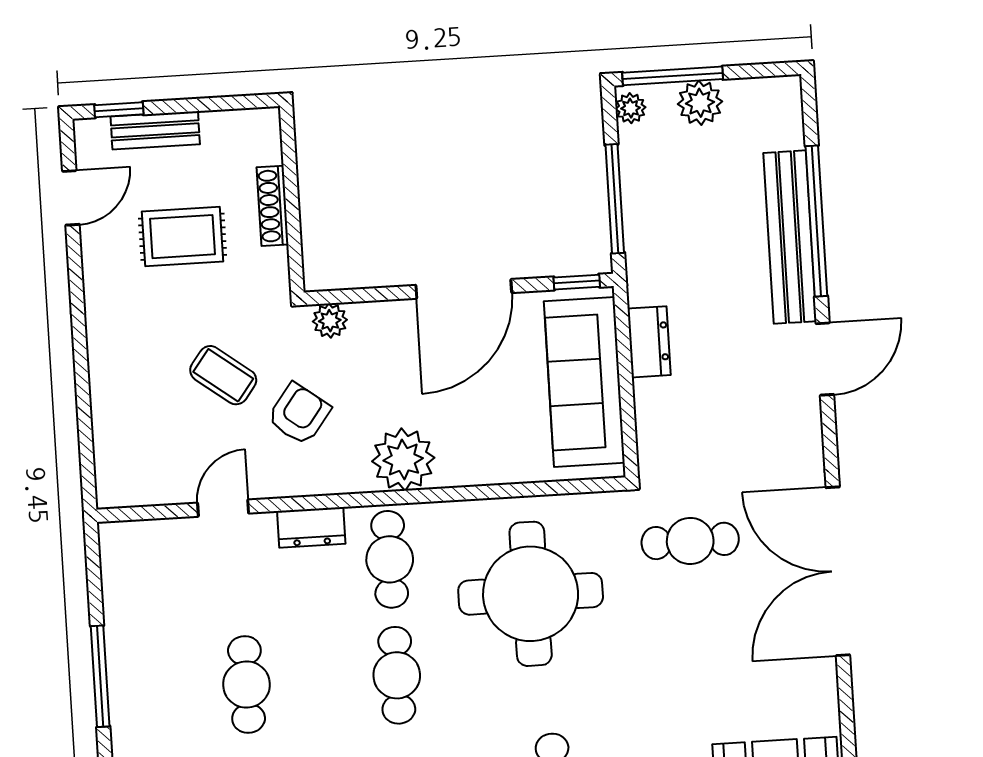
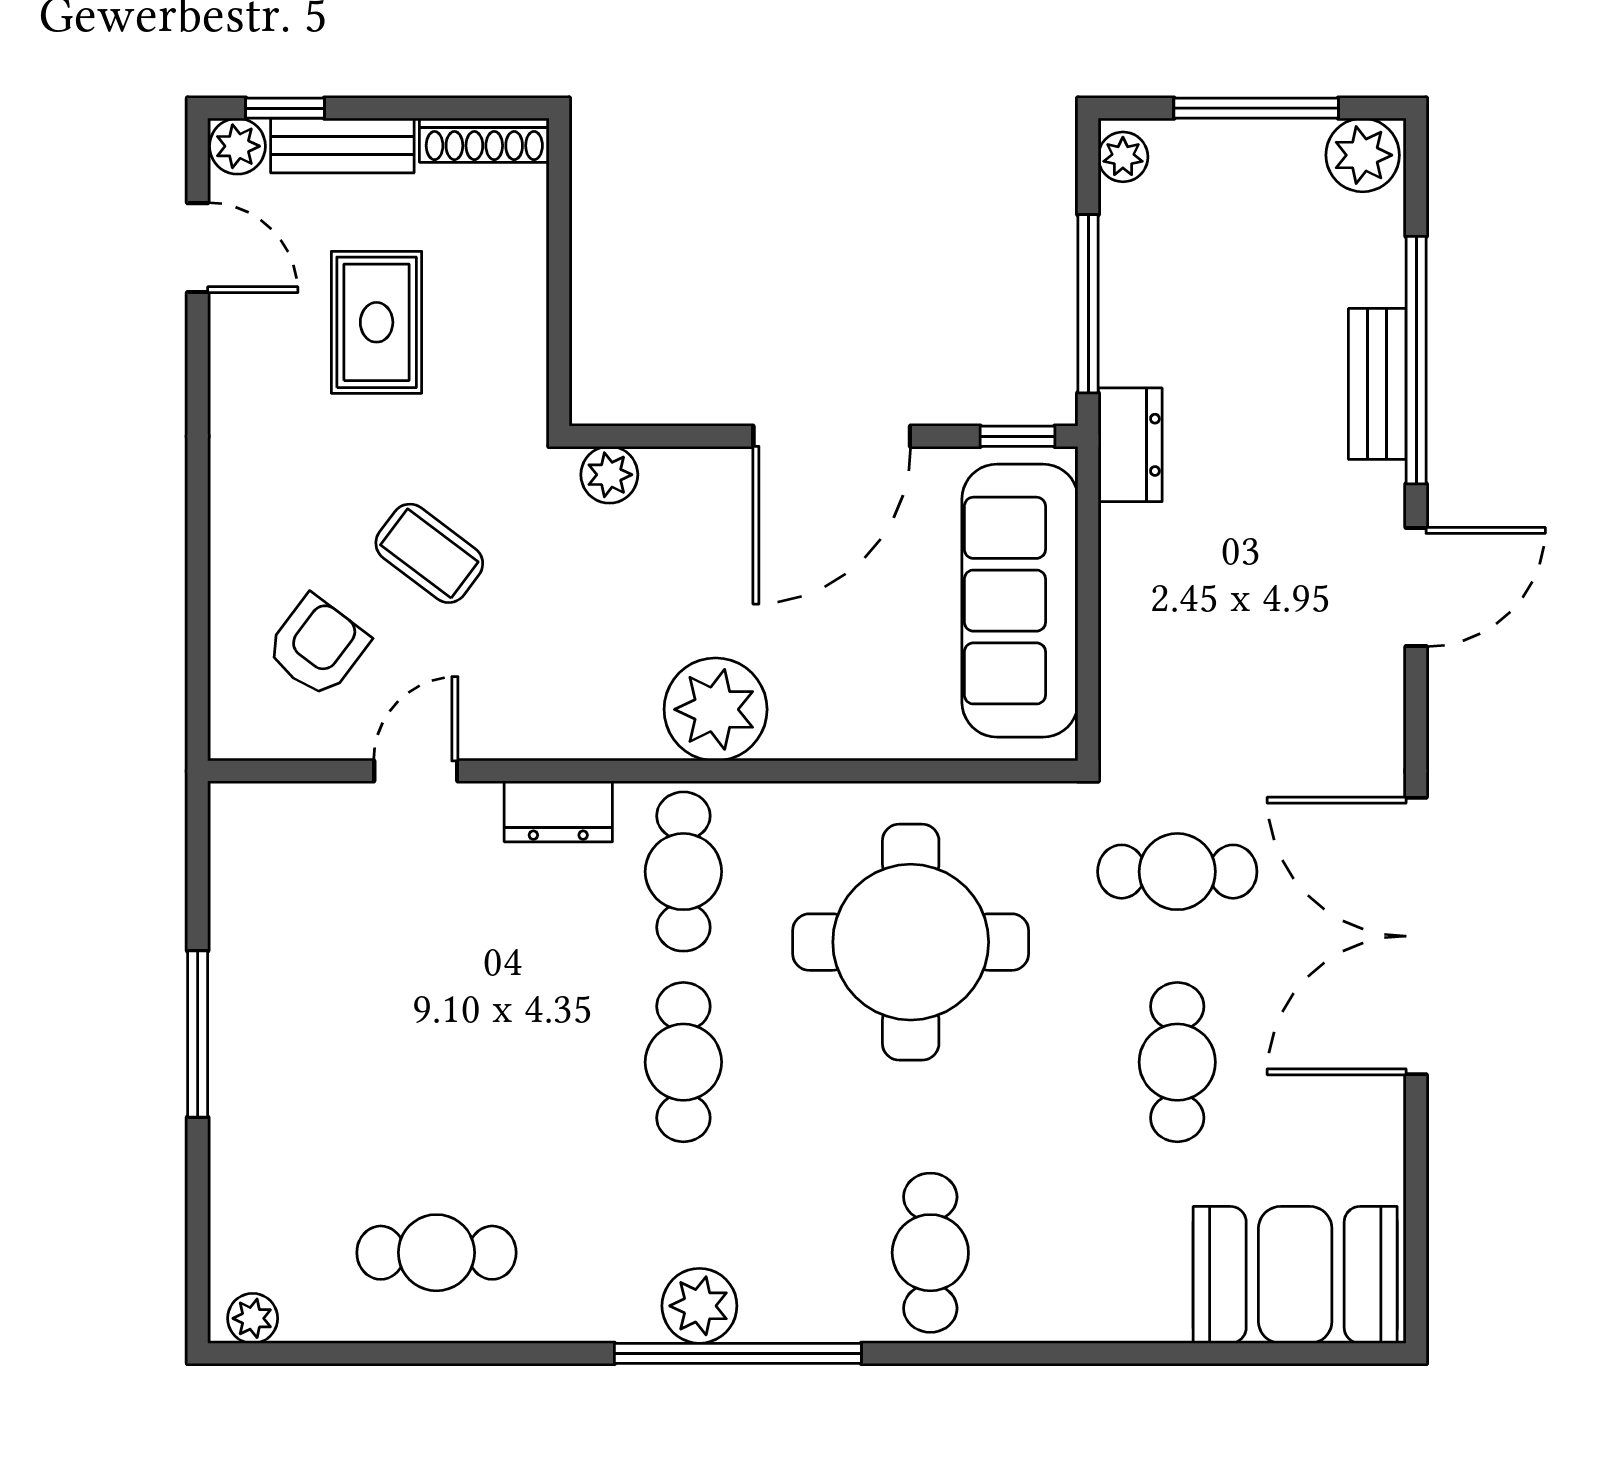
window: (673, 76) -> (1256, 108), moved
plant: (700, 103) -> (1363, 155), moved
plant: (91, 135) -> (237, 146), added
door: (71, 198) -> (198, 248), hinge flipped
shoe rack: (273, 206) -> (484, 140), moved, turned -90
rug: (183, 237) -> (377, 322), turned 90
bench: (790, 237) -> (1377, 384), width x0.54, depth x0.82
dresser: (649, 342) -> (1130, 445), moved
armchair: (299, 414) -> (317, 646), moved
cafe table: (246, 684) -> (1177, 1062), moved

